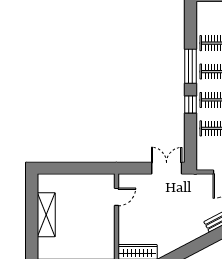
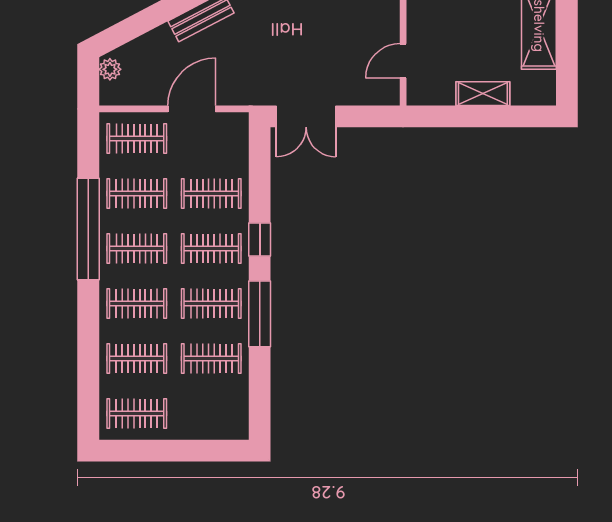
shelving: (75, 180) -> (483, 94), added

